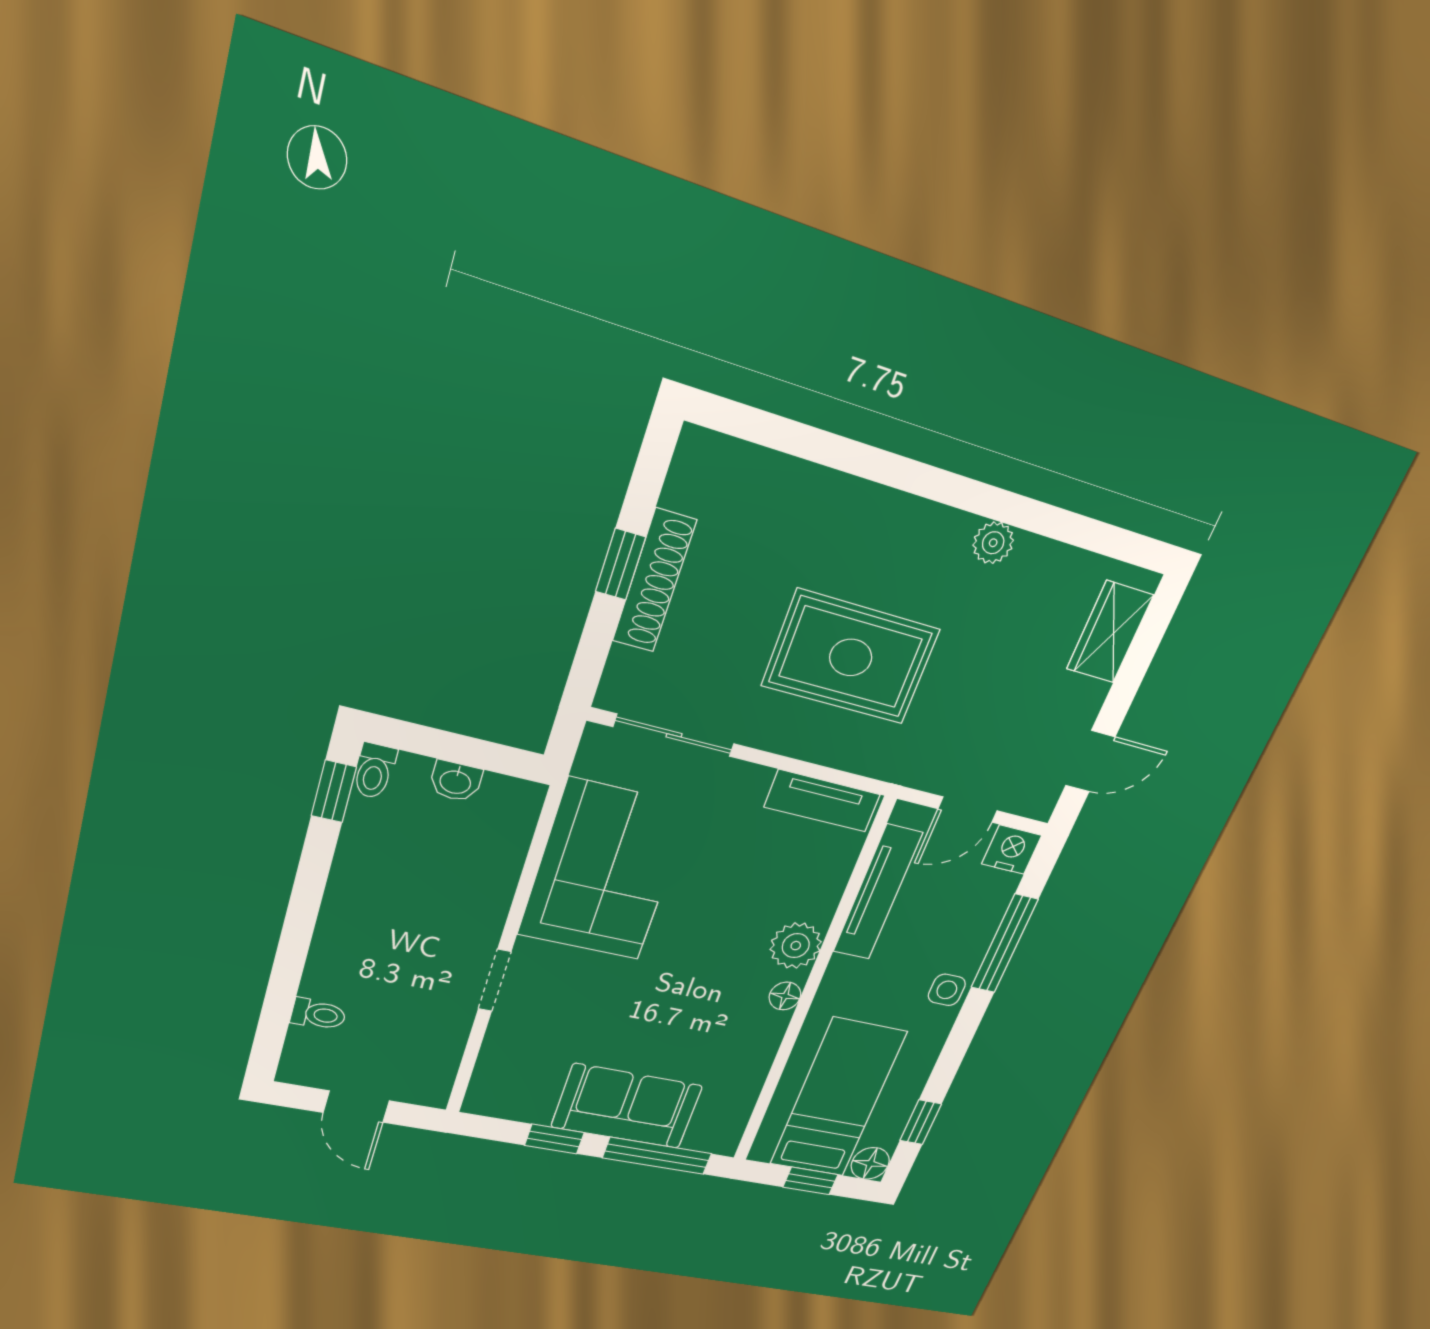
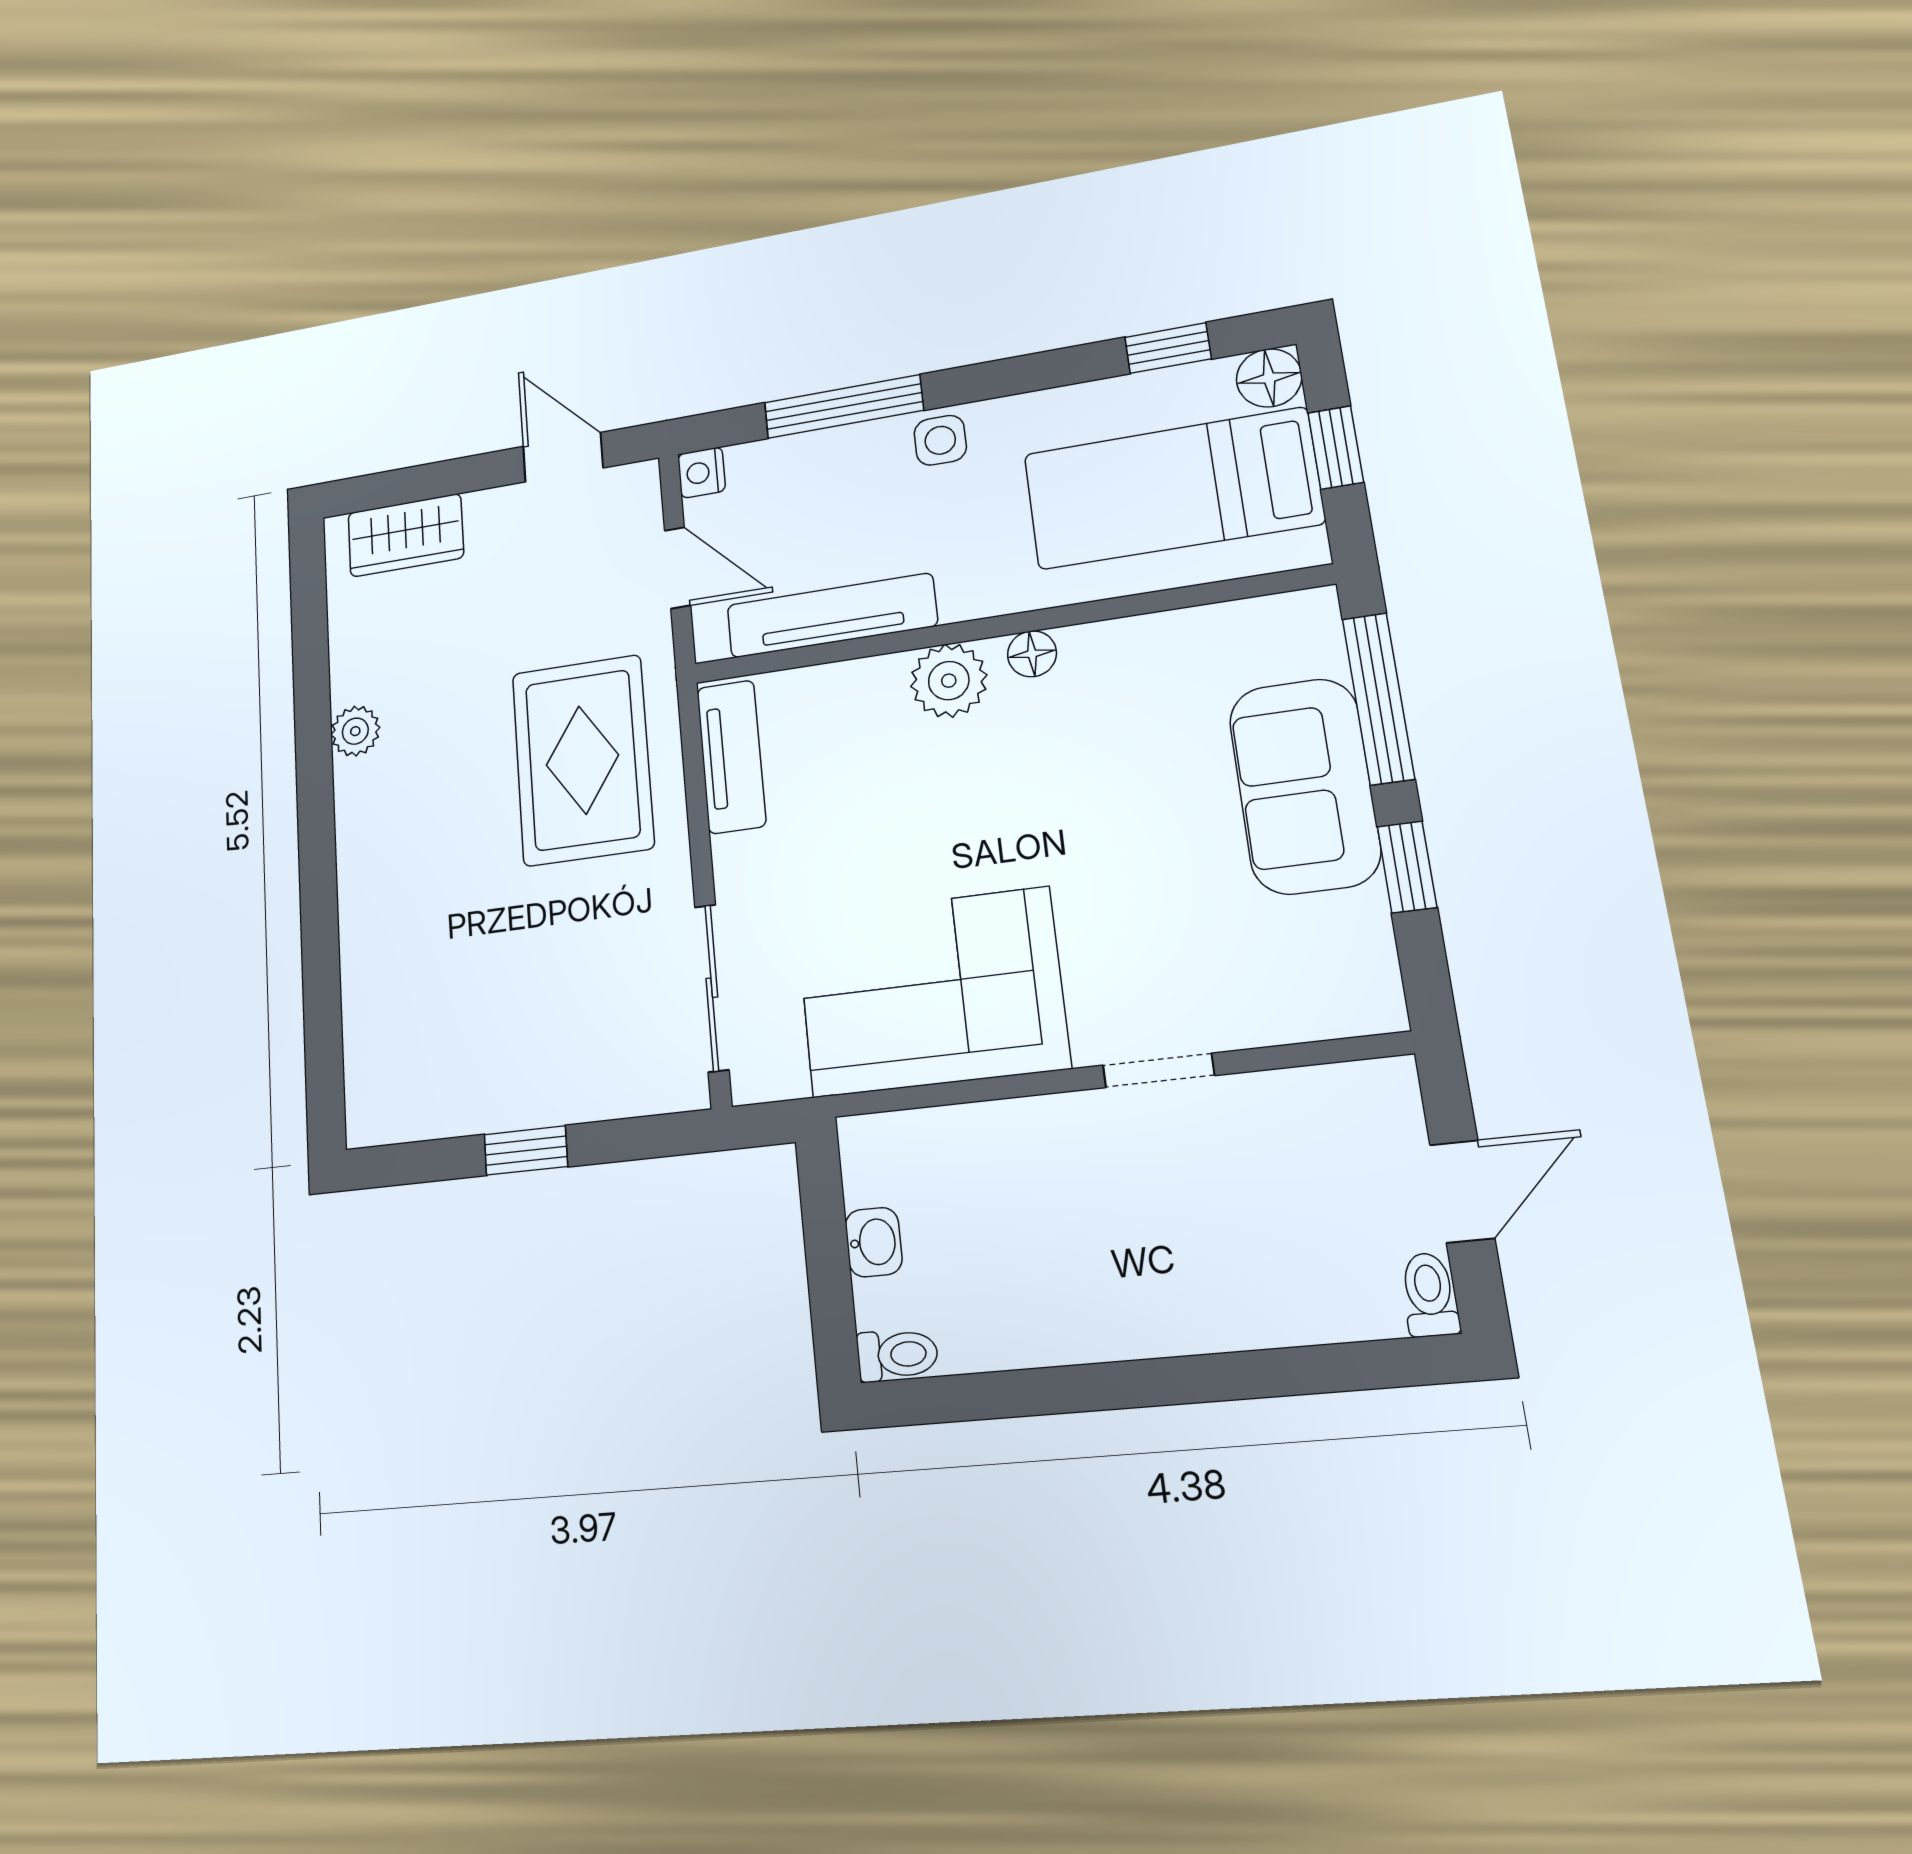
shoe rack: (654, 581) -> (531, 1101), removed
rug: (851, 657) -> (582, 760), moved
window: (334, 791) -> (946, 1399), removed
nightstand: (1012, 850) -> (702, 473), width x0.72, depth x0.74
toilet: (318, 1014) -> (1429, 1295), moved

